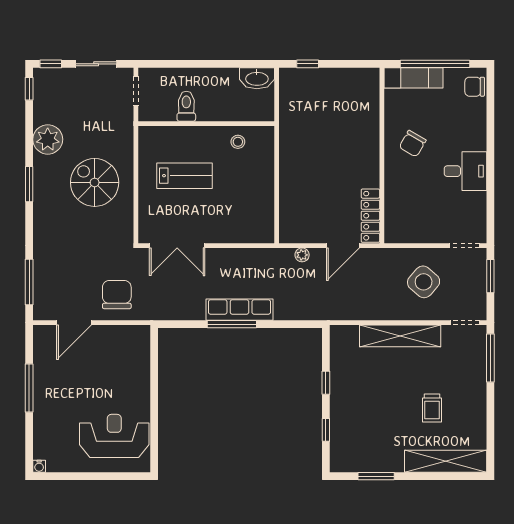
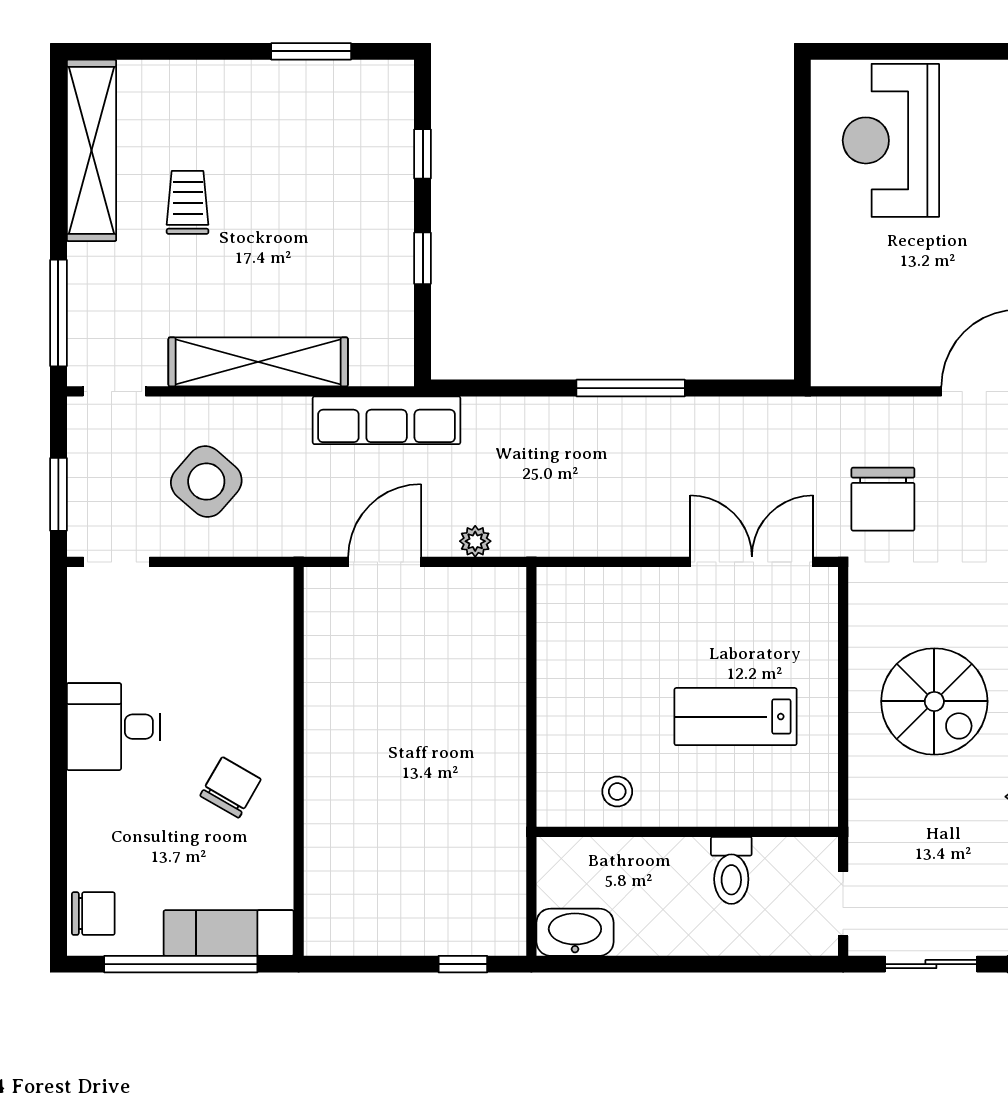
locker: (370, 216) -> (324, 628), removed
chair: (117, 295) -> (883, 499), moved
row of seats: (239, 310) -> (387, 420), moved
reception desk: (114, 436) -> (891, 140), turned 90
shelving: (446, 461) -> (91, 150), moved, turned 90

